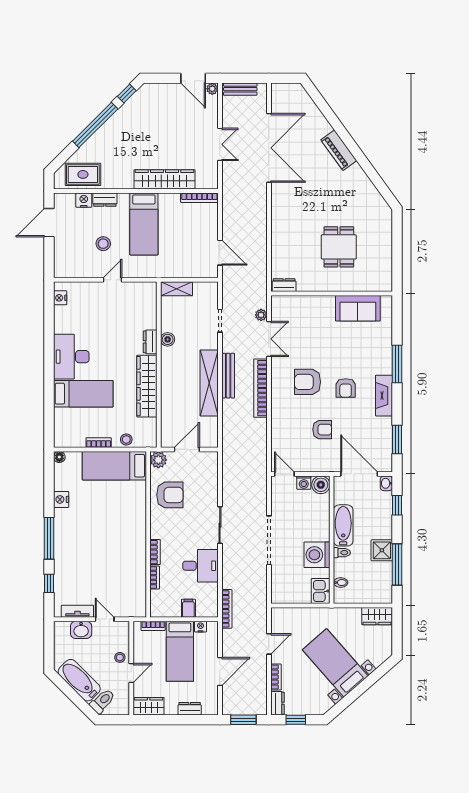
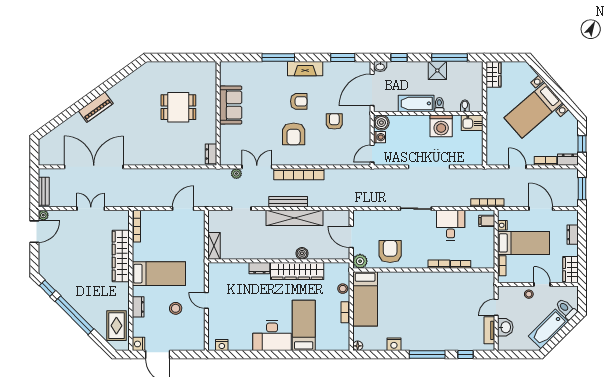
nightstand: (84, 200) -> (138, 344), moved
sofa: (358, 308) -> (231, 105), moved
boiler: (168, 339) -> (302, 253), moved
filing cabinet: (188, 608) -> (487, 221), moved

